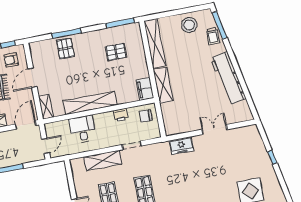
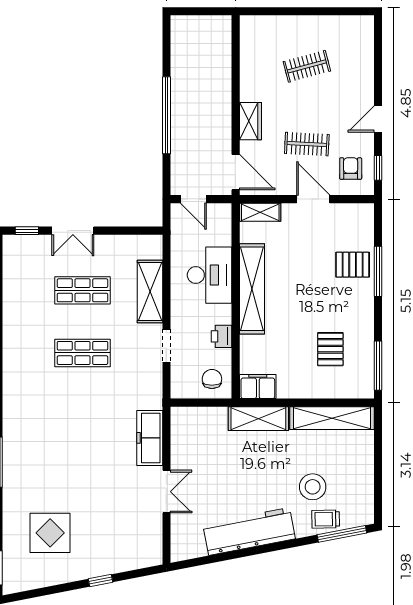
stool: (189, 25) -> (313, 487), moved
desk: (83, 129) -> (210, 275), width x1.37
freezer: (181, 146) -> (150, 438), width x1.40

